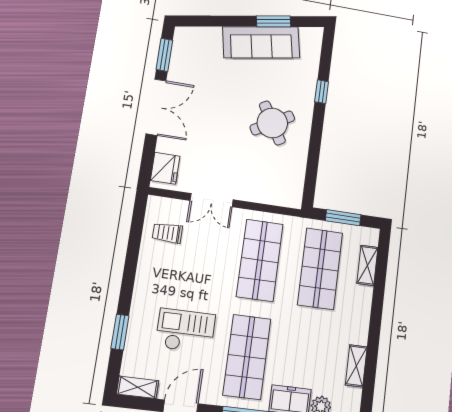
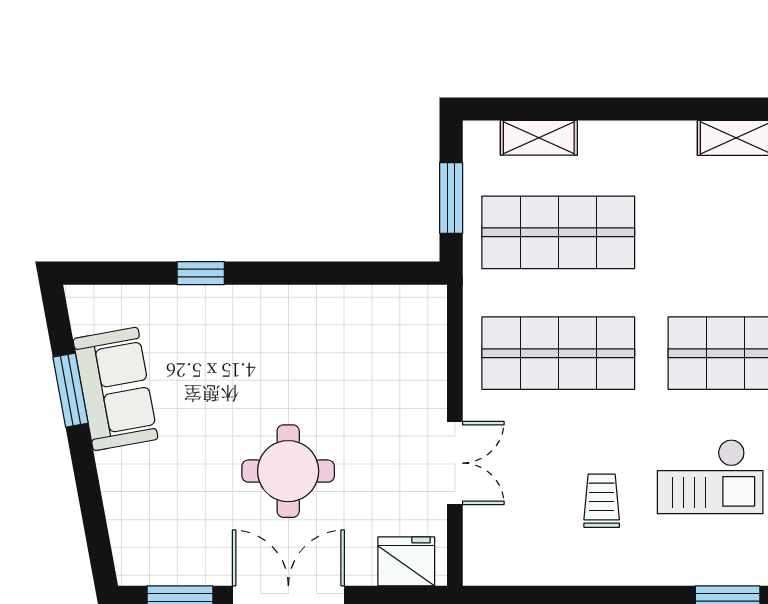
sofa: (261, 42) -> (116, 389), width x0.73
round table: (272, 123) -> (288, 471), moved, turned 30
trolley: (167, 233) -> (602, 501), moved, turned 180
checkout: (185, 331) -> (710, 477), turned -90

